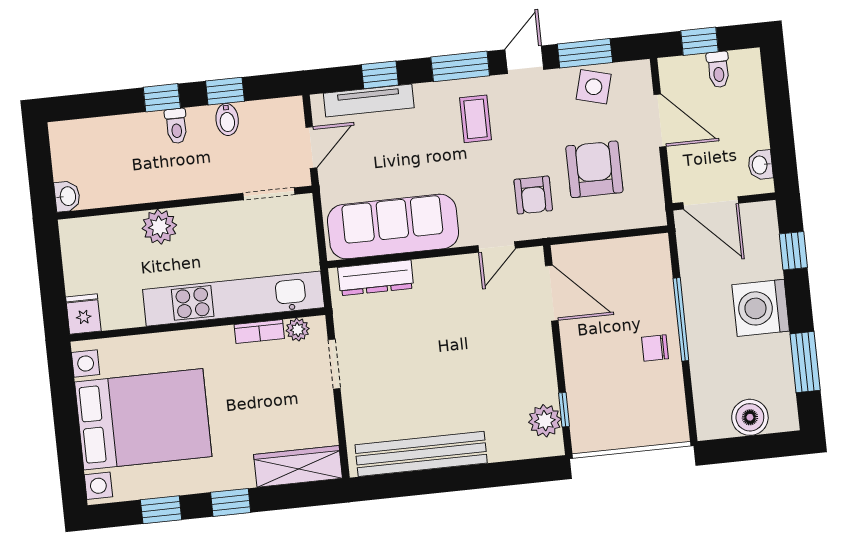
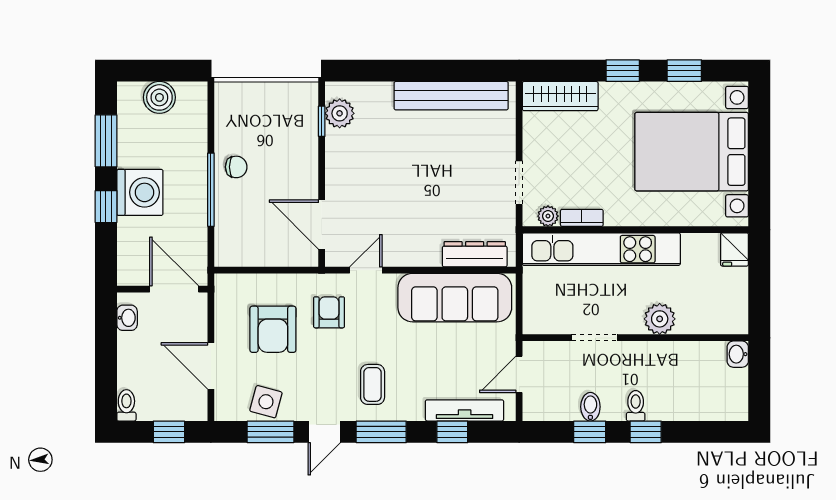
toilet: (718, 69) -> (126, 405), moved
doorway: (269, 194) -> (595, 338), moved
window: (793, 251) -> (106, 207), moved

